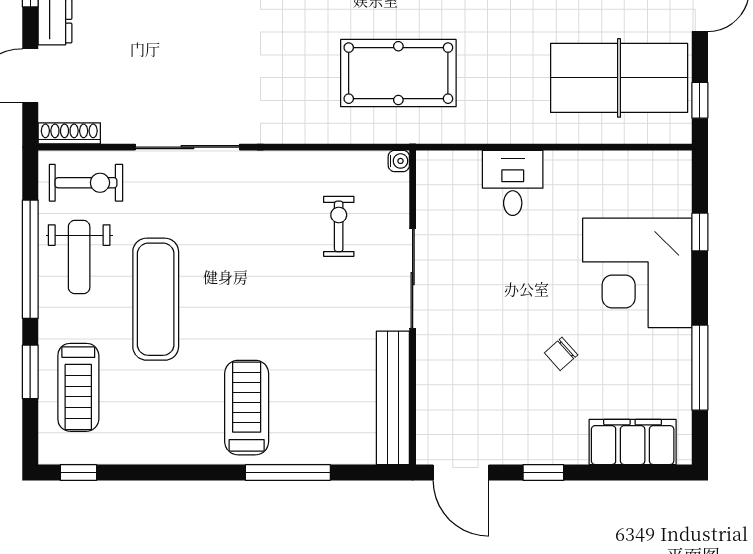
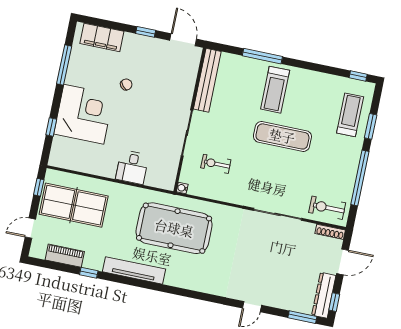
pool table: (398, 73) -> (174, 228), width x1.36, depth x1.32
exercise bike: (339, 226) -> (216, 164), turned 90
weight bench: (79, 257) -> (337, 174), removed
exercise mat: (156, 299) -> (282, 136), moved, turned 90

